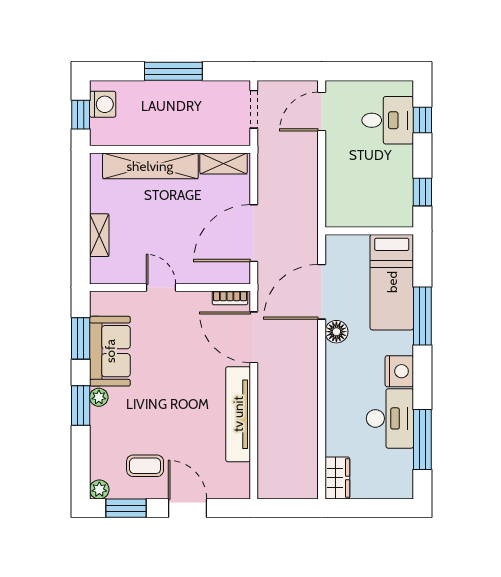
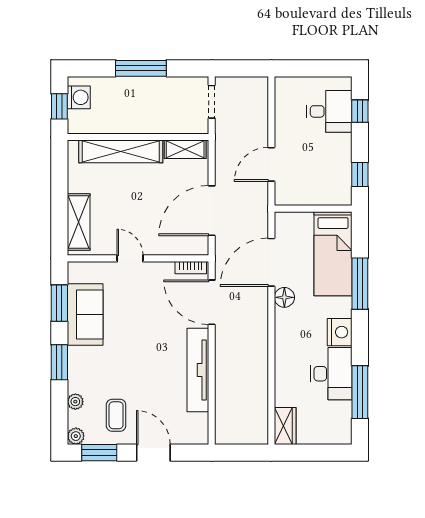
door: (322, 111) -> (271, 164), moved
shelving: (99, 235) -> (79, 222), width x1.50, depth x1.33
plant: (99, 397) -> (75, 402), moved
coffee table: (145, 466) -> (116, 415), turned 90

